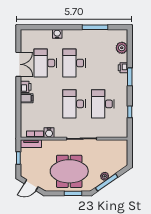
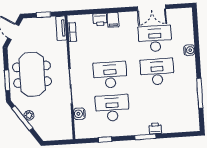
plant: (122, 48) -> (178, 126), removed
printer: (26, 87) -> (100, 20), moved
water cooler: (49, 133) -> (79, 114), moved

